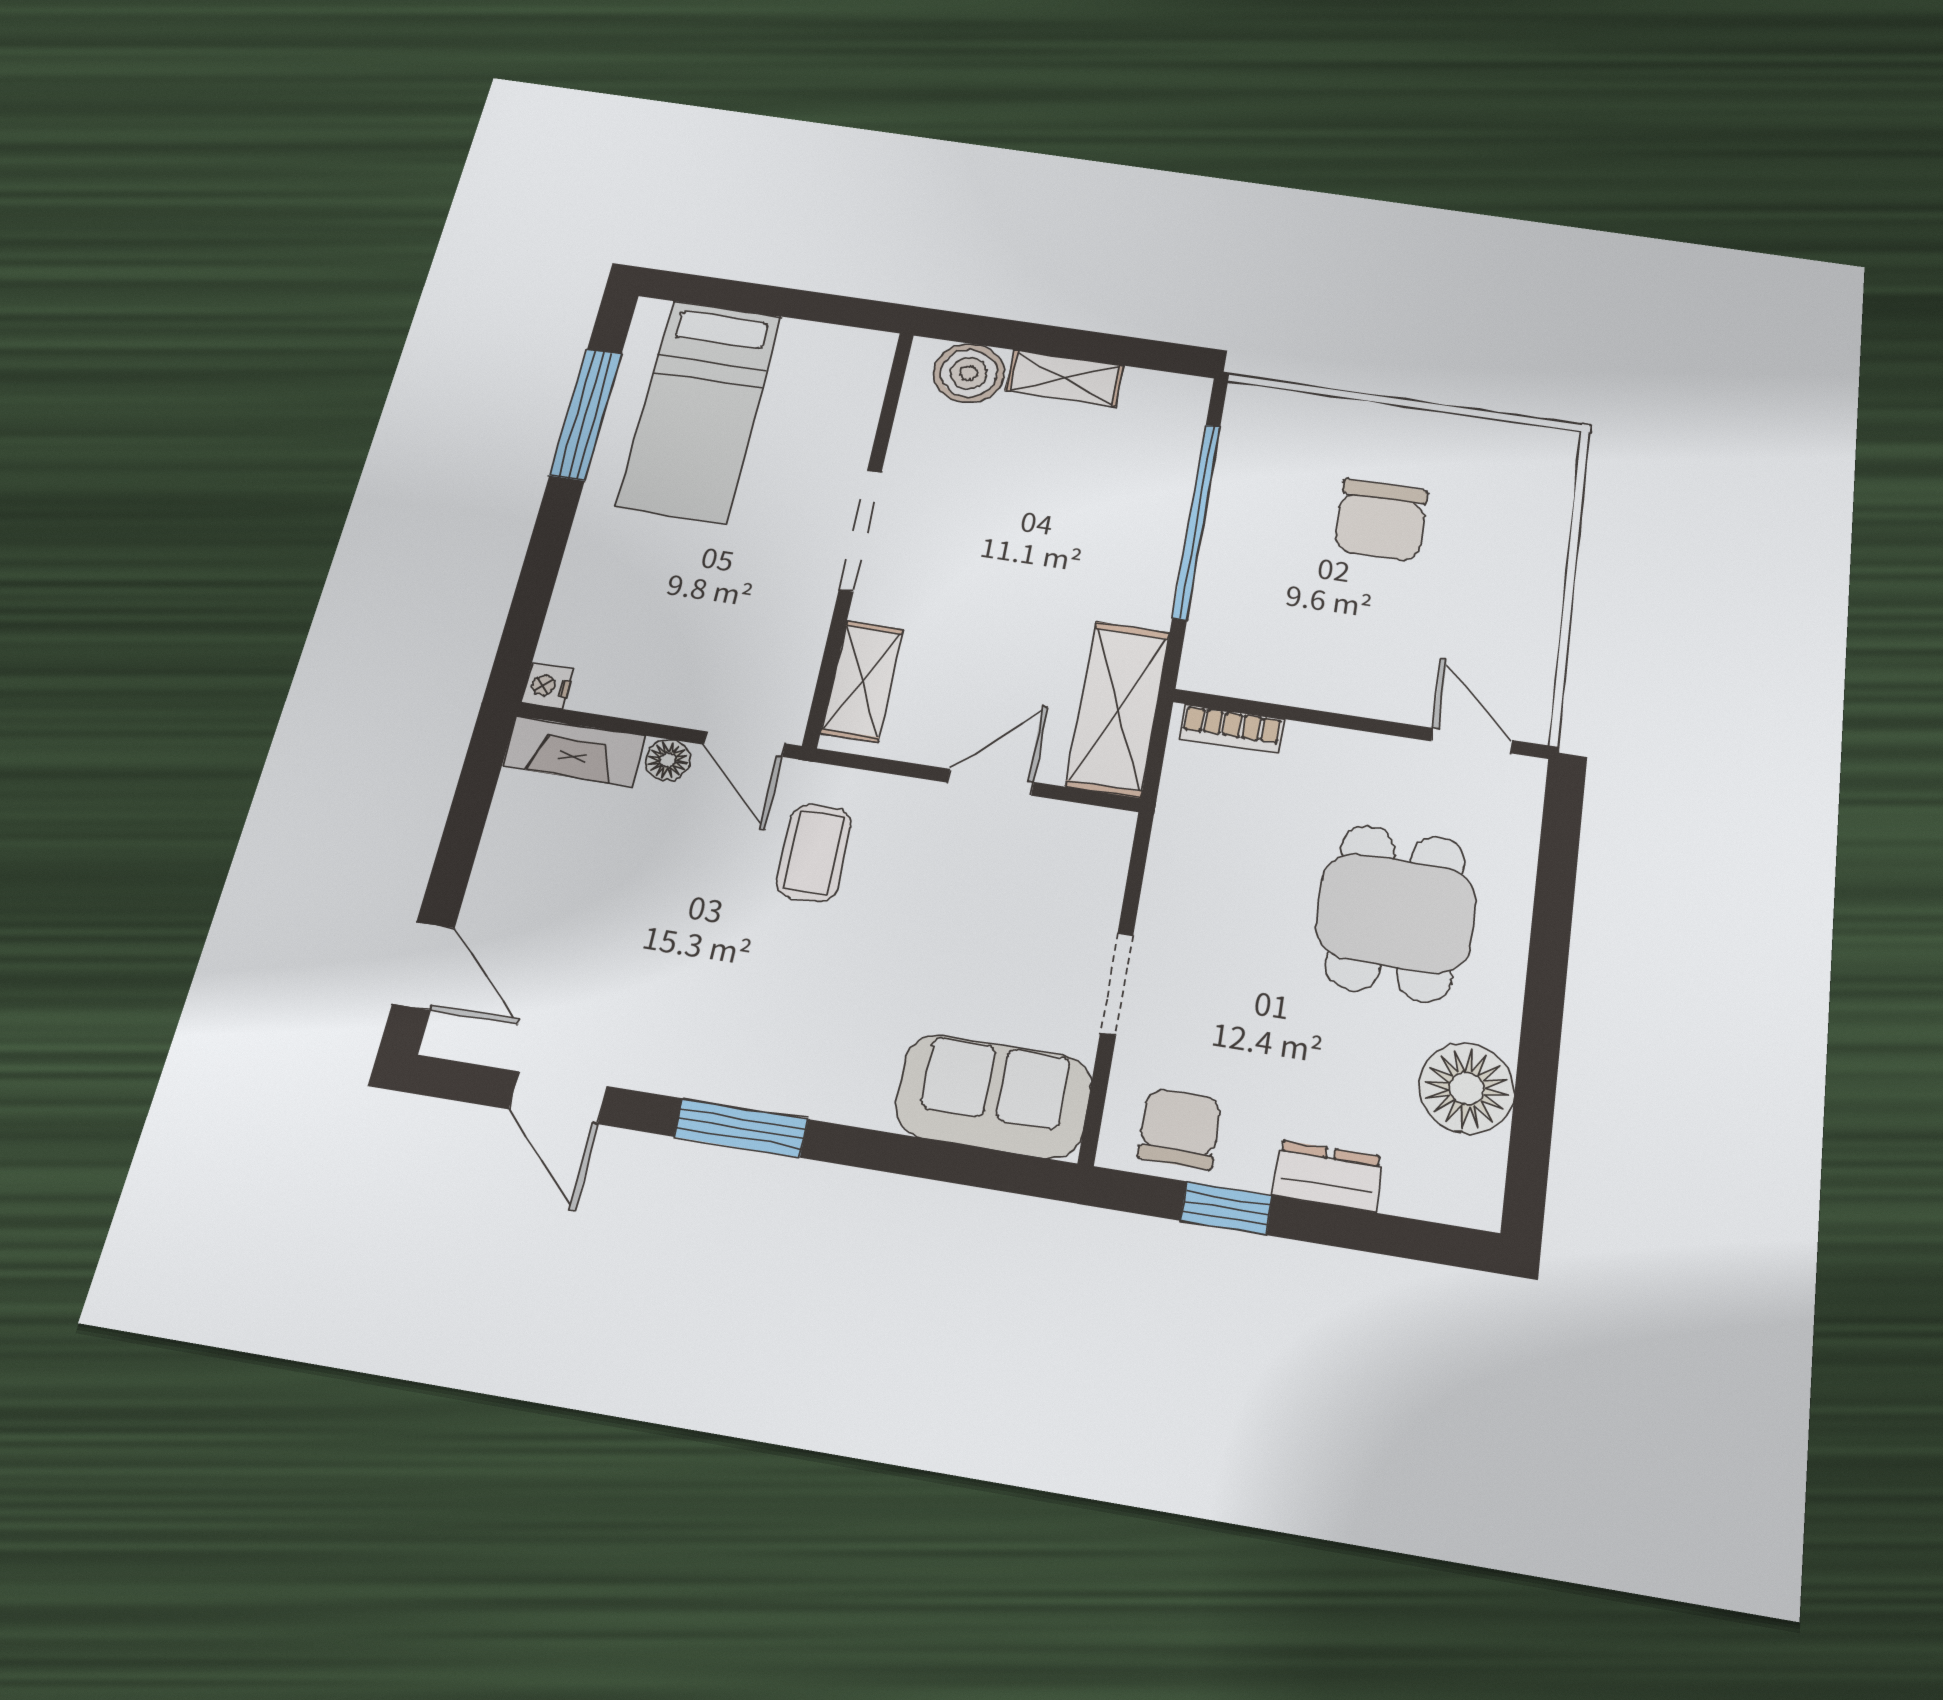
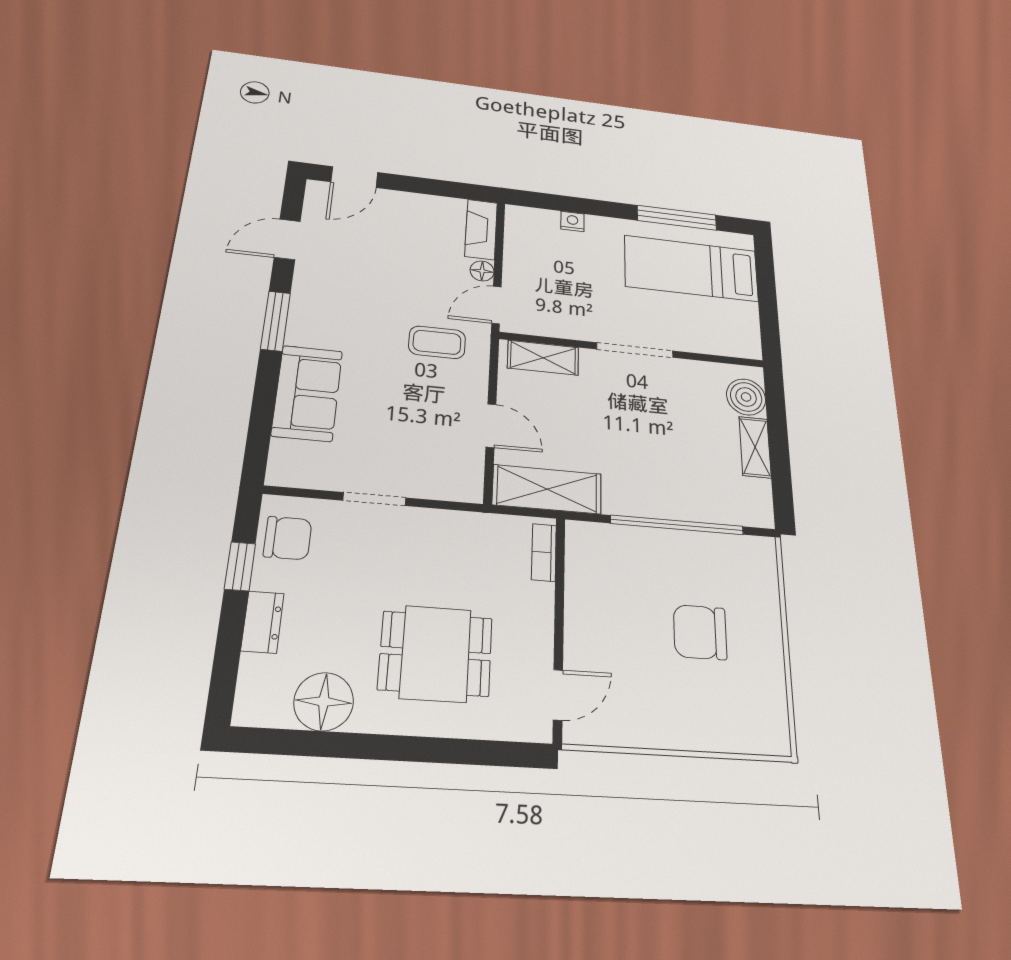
nightstand: (547, 686) -> (572, 221), moved
sofa: (993, 1096) -> (307, 393), moved

